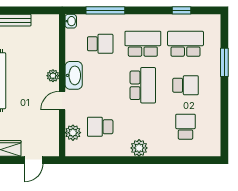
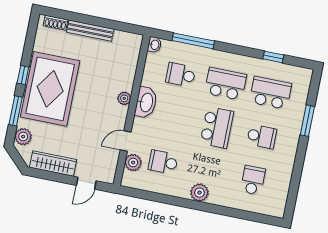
school desk: (100, 44) -> (181, 75), turned 180
door: (62, 101) -> (126, 141), moved

